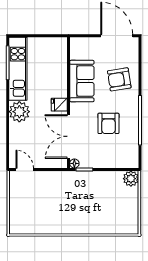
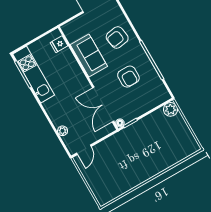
fridge: (59, 105) -> (59, 44), moved
plant: (19, 112) -> (63, 131), moved, width x0.53, depth x0.53
door: (25, 169) -> (84, 150), swing flipped

